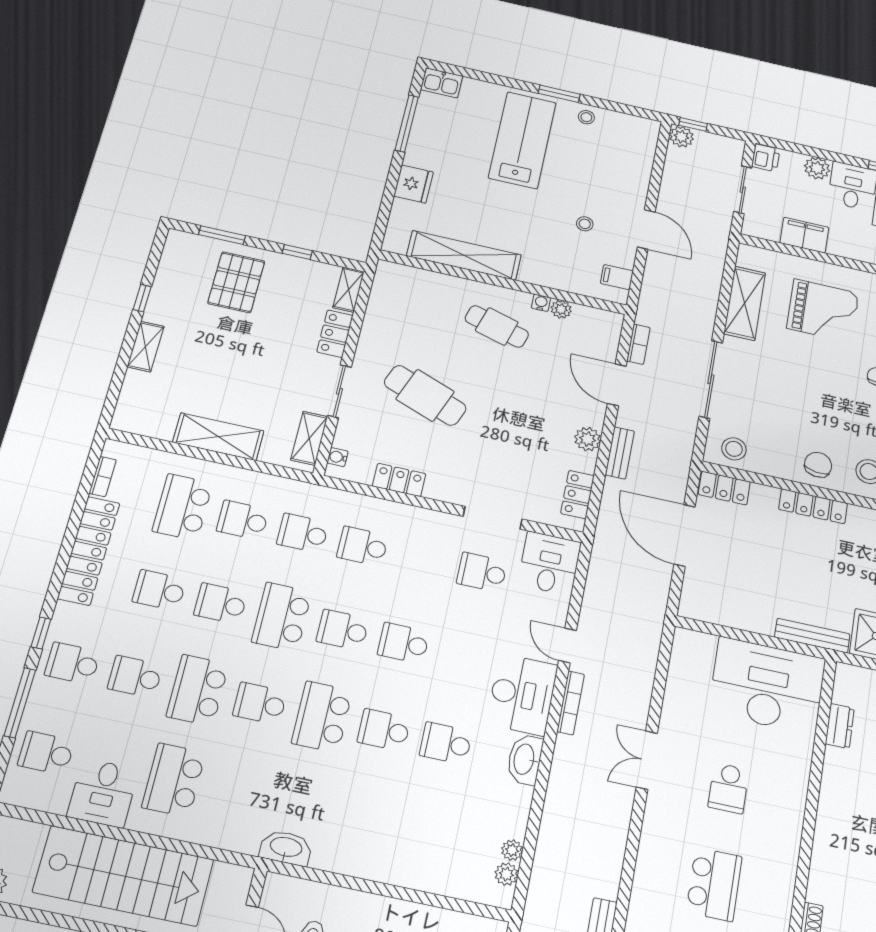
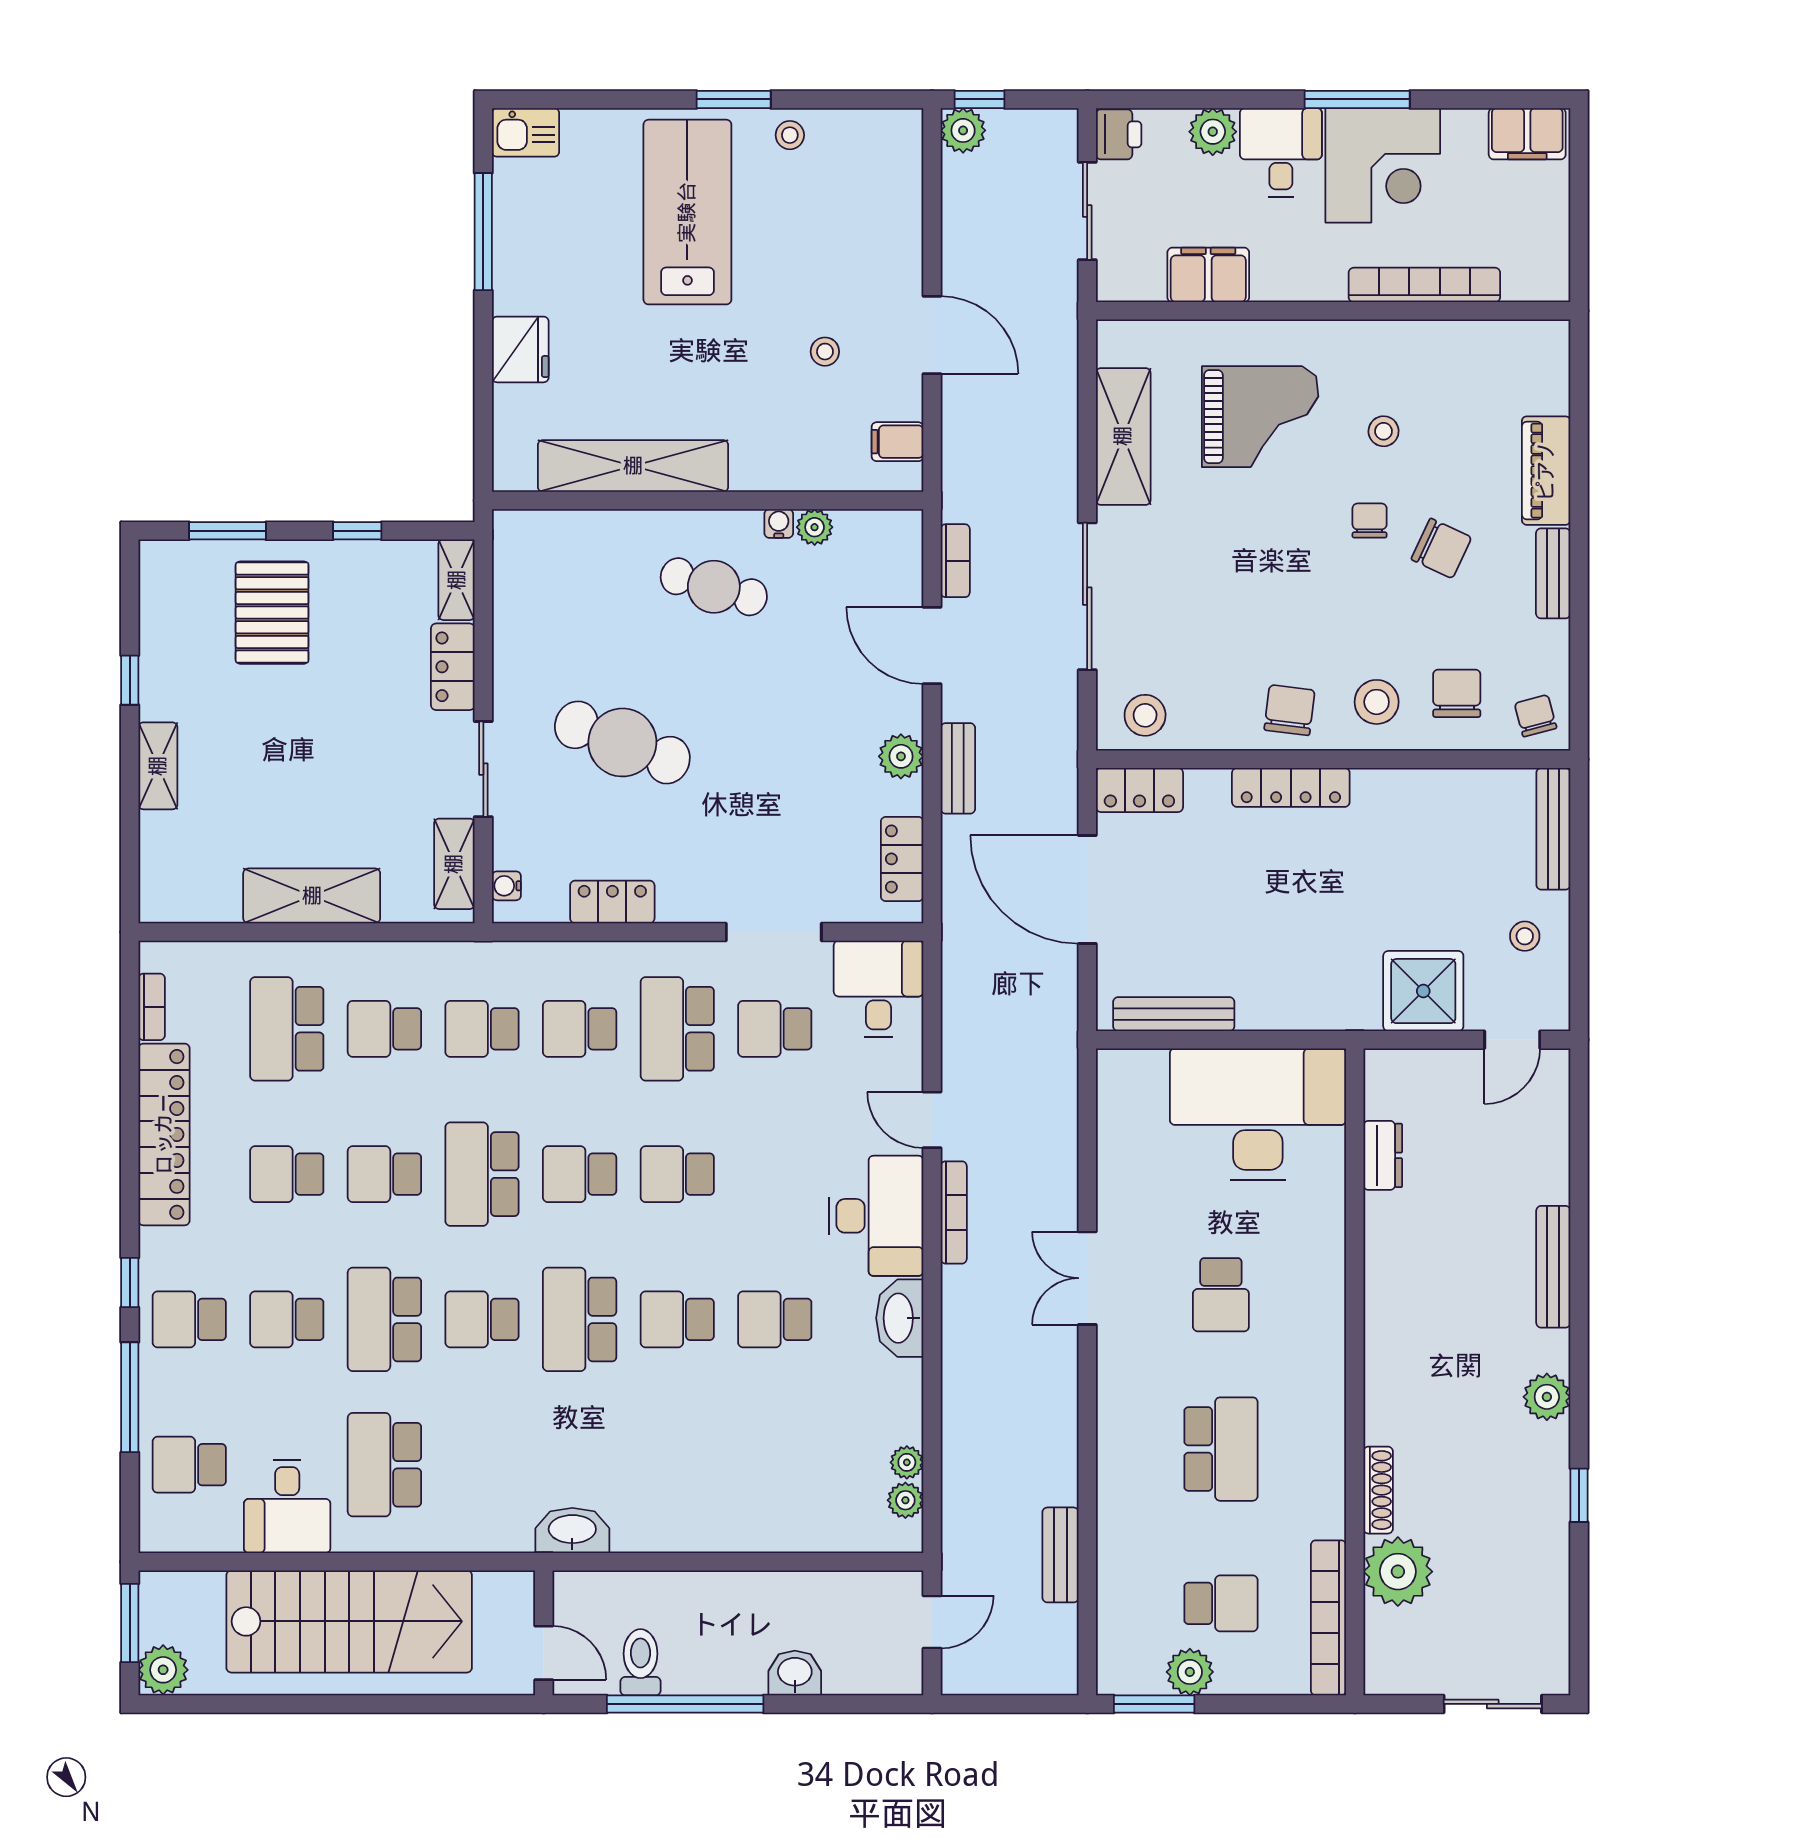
school desk: (422, 559) -> (677, 1029), added
bench: (812, 636) -> (1174, 1014), moved

